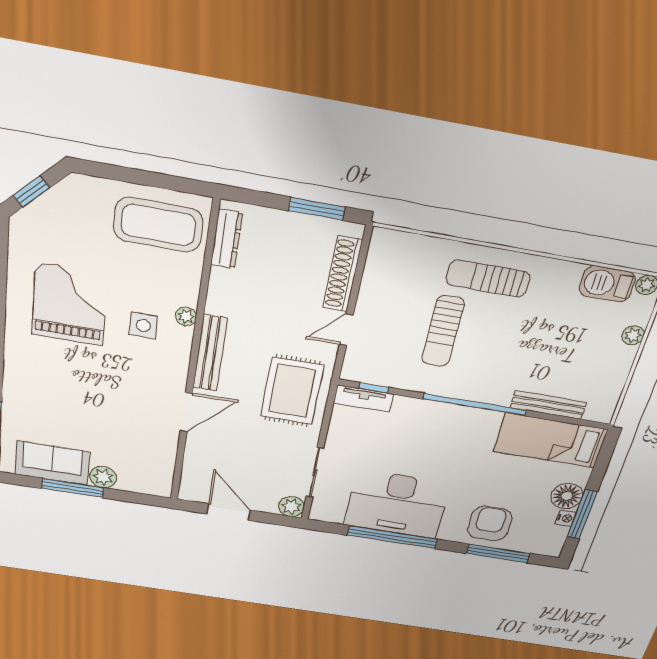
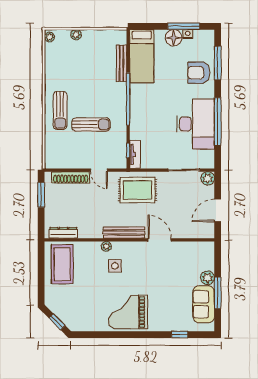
barbecue: (607, 284) -> (52, 55), removed
grand piano: (70, 304) -> (128, 312), moved

